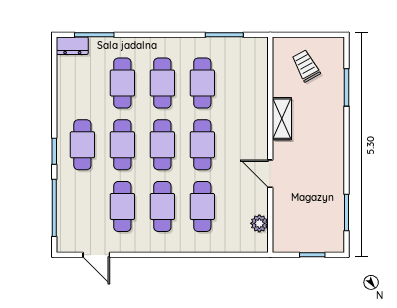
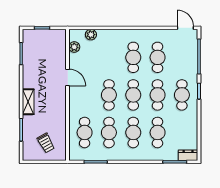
shelving: (282, 119) -> (28, 102), moved
cafe table: (202, 206) -> (85, 132), moved
plant: (232, 244) -> (91, 35), added
door: (96, 255) -> (185, 28), moved

